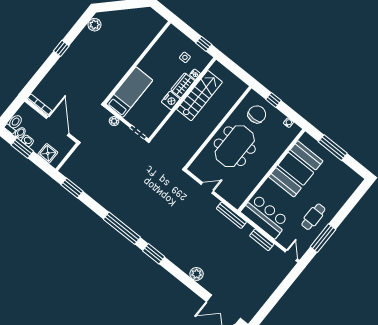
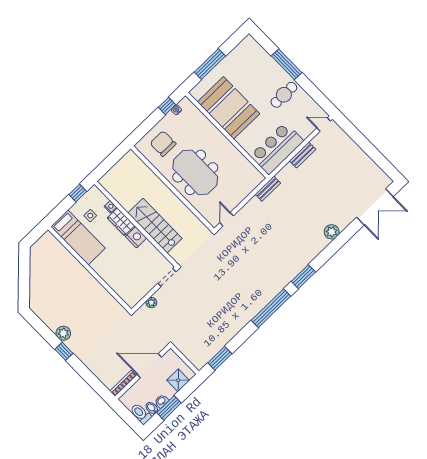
plant: (94, 25) -> (63, 333), moved
bed: (129, 92) -> (78, 237), moved, turned 180
stairs: (199, 96) -> (155, 226), moved
window: (274, 100) -> (167, 106), moved
door: (207, 188) -> (227, 219), moved
bench: (231, 215) -> (268, 189), width x0.73
cafe table: (313, 217) -> (284, 95), turned 90
window: (323, 238) -> (287, 64), moved

